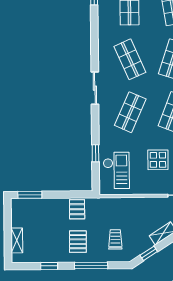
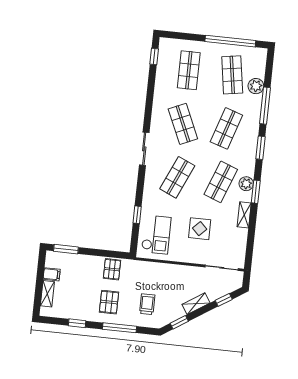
filing cabinet: (19, 221) -> (52, 274), added

